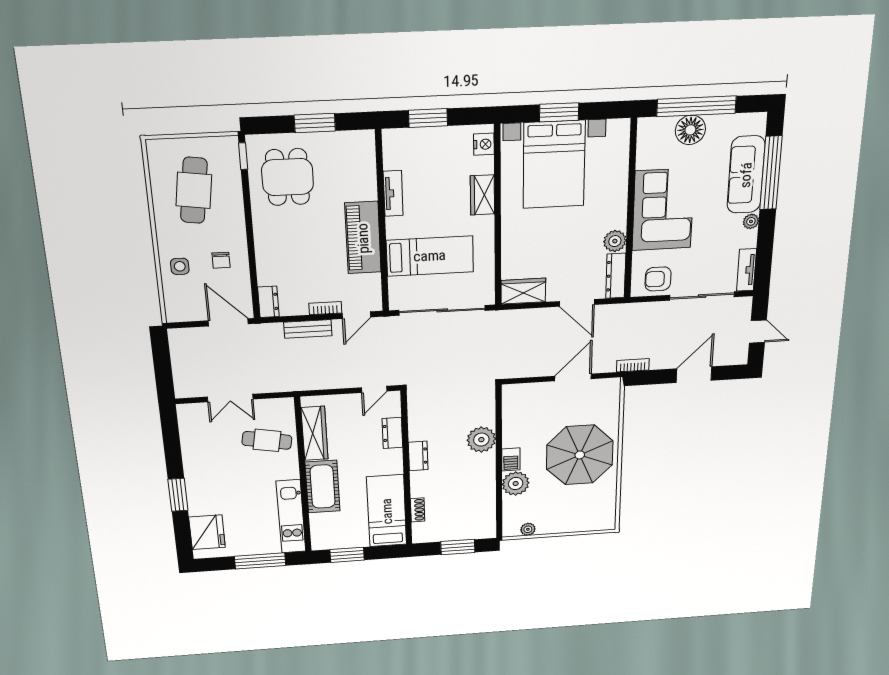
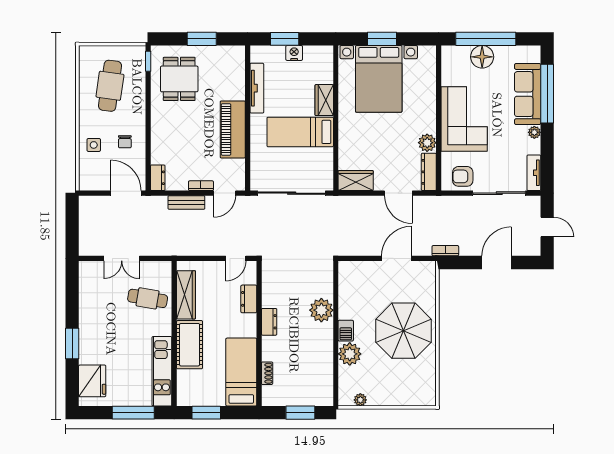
nightstand: (484, 144) -> (294, 53), moved, turned -90
tv unit: (393, 193) -> (257, 88), width x1.41
bed: (430, 256) -> (300, 132), moved, turned 180

